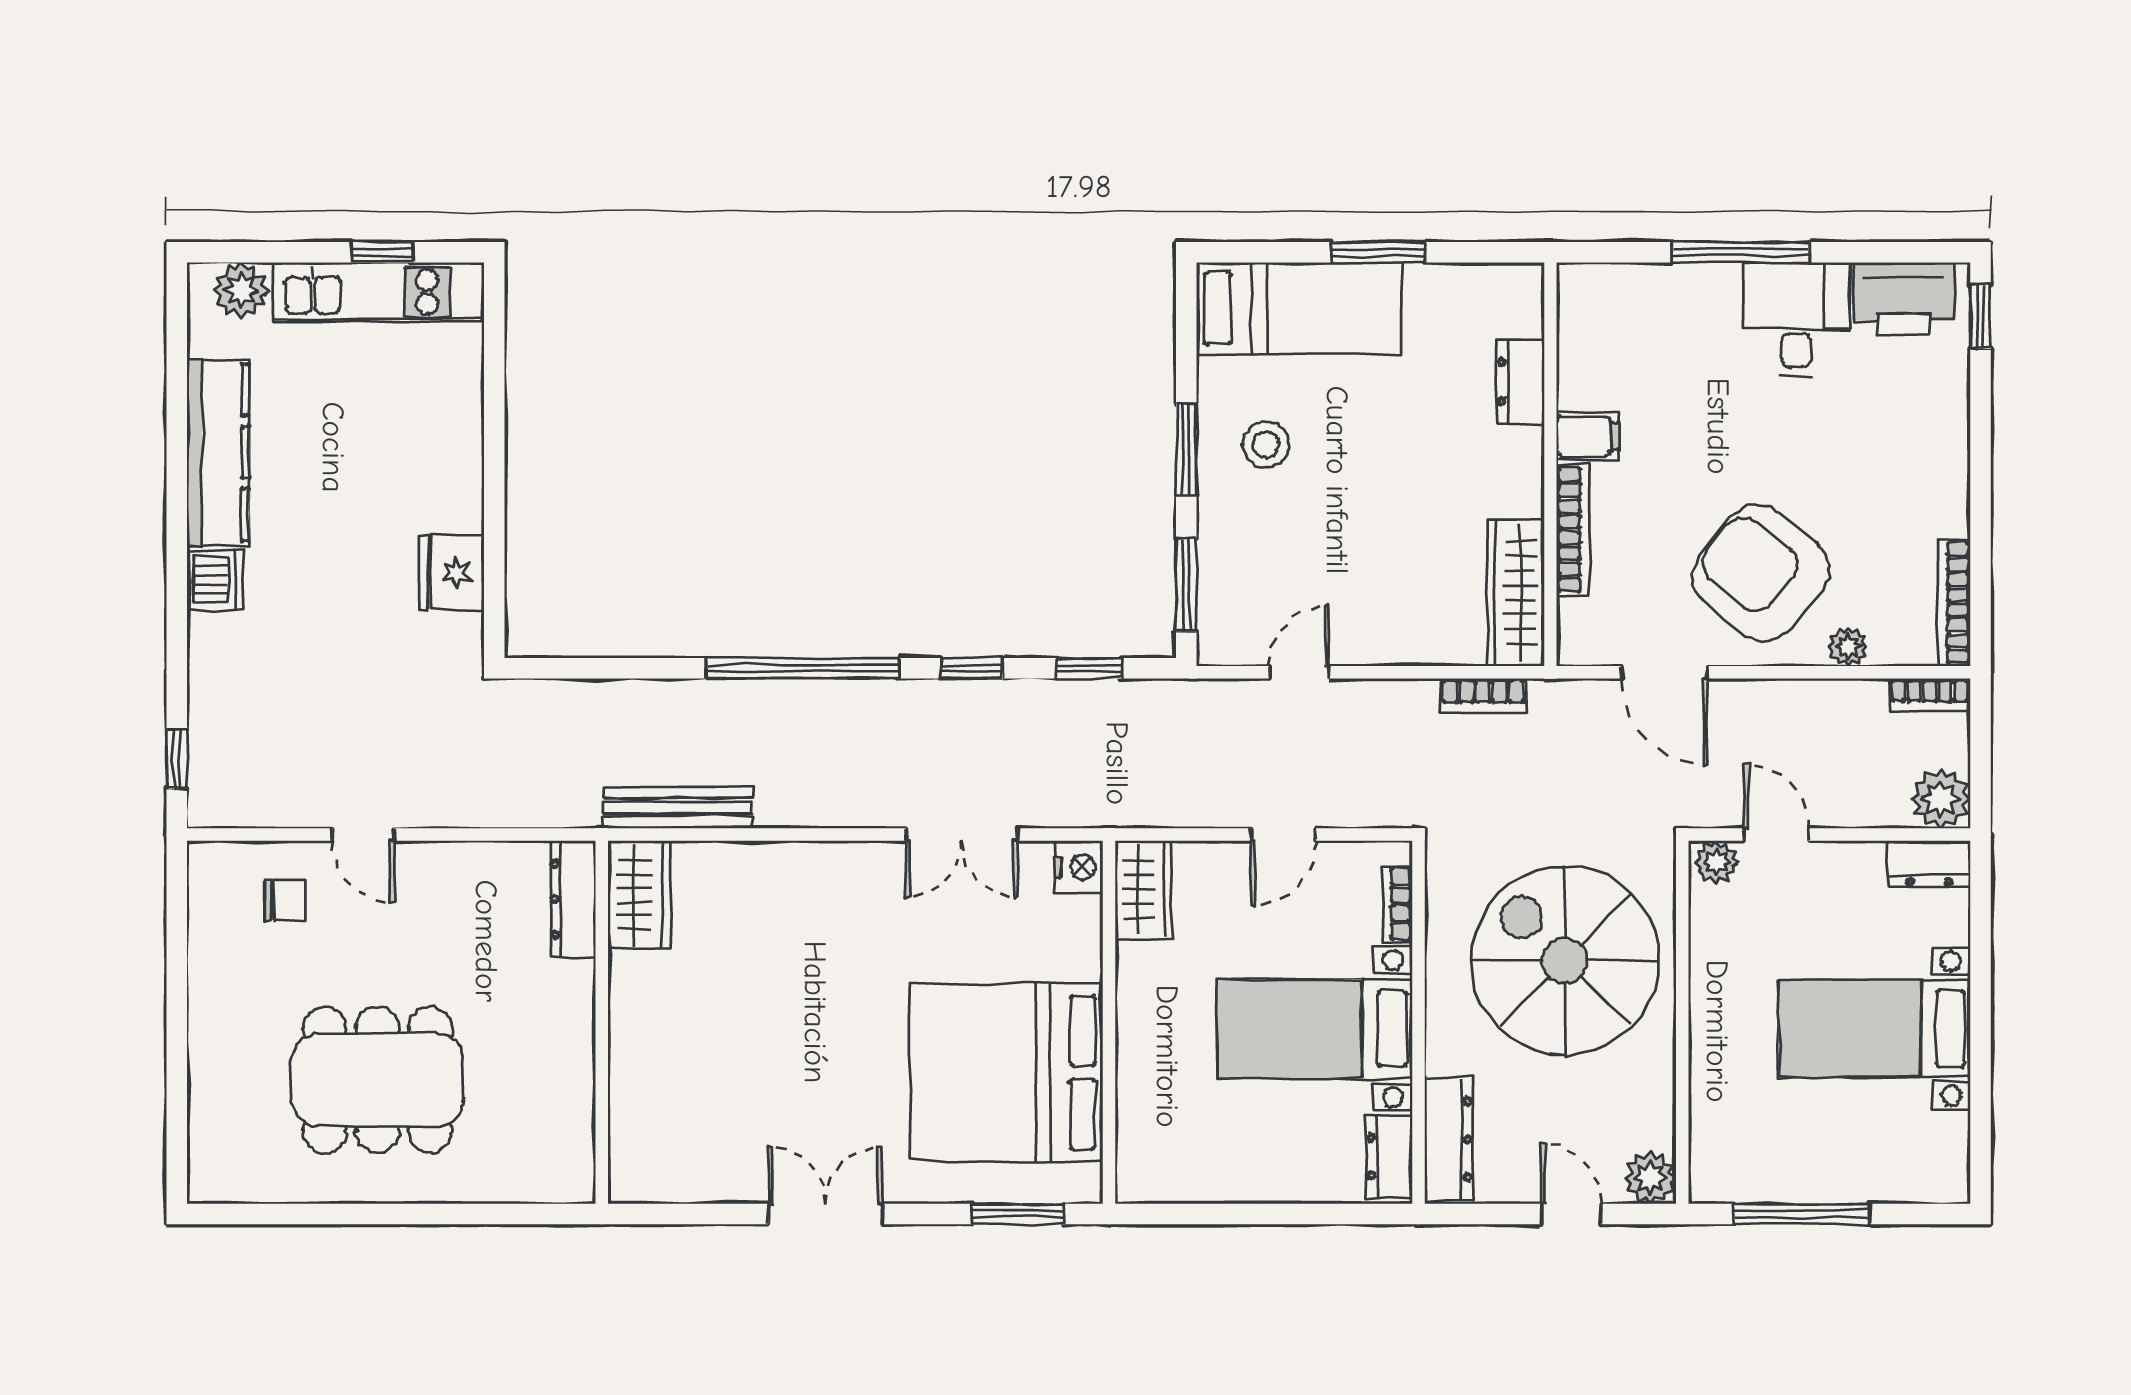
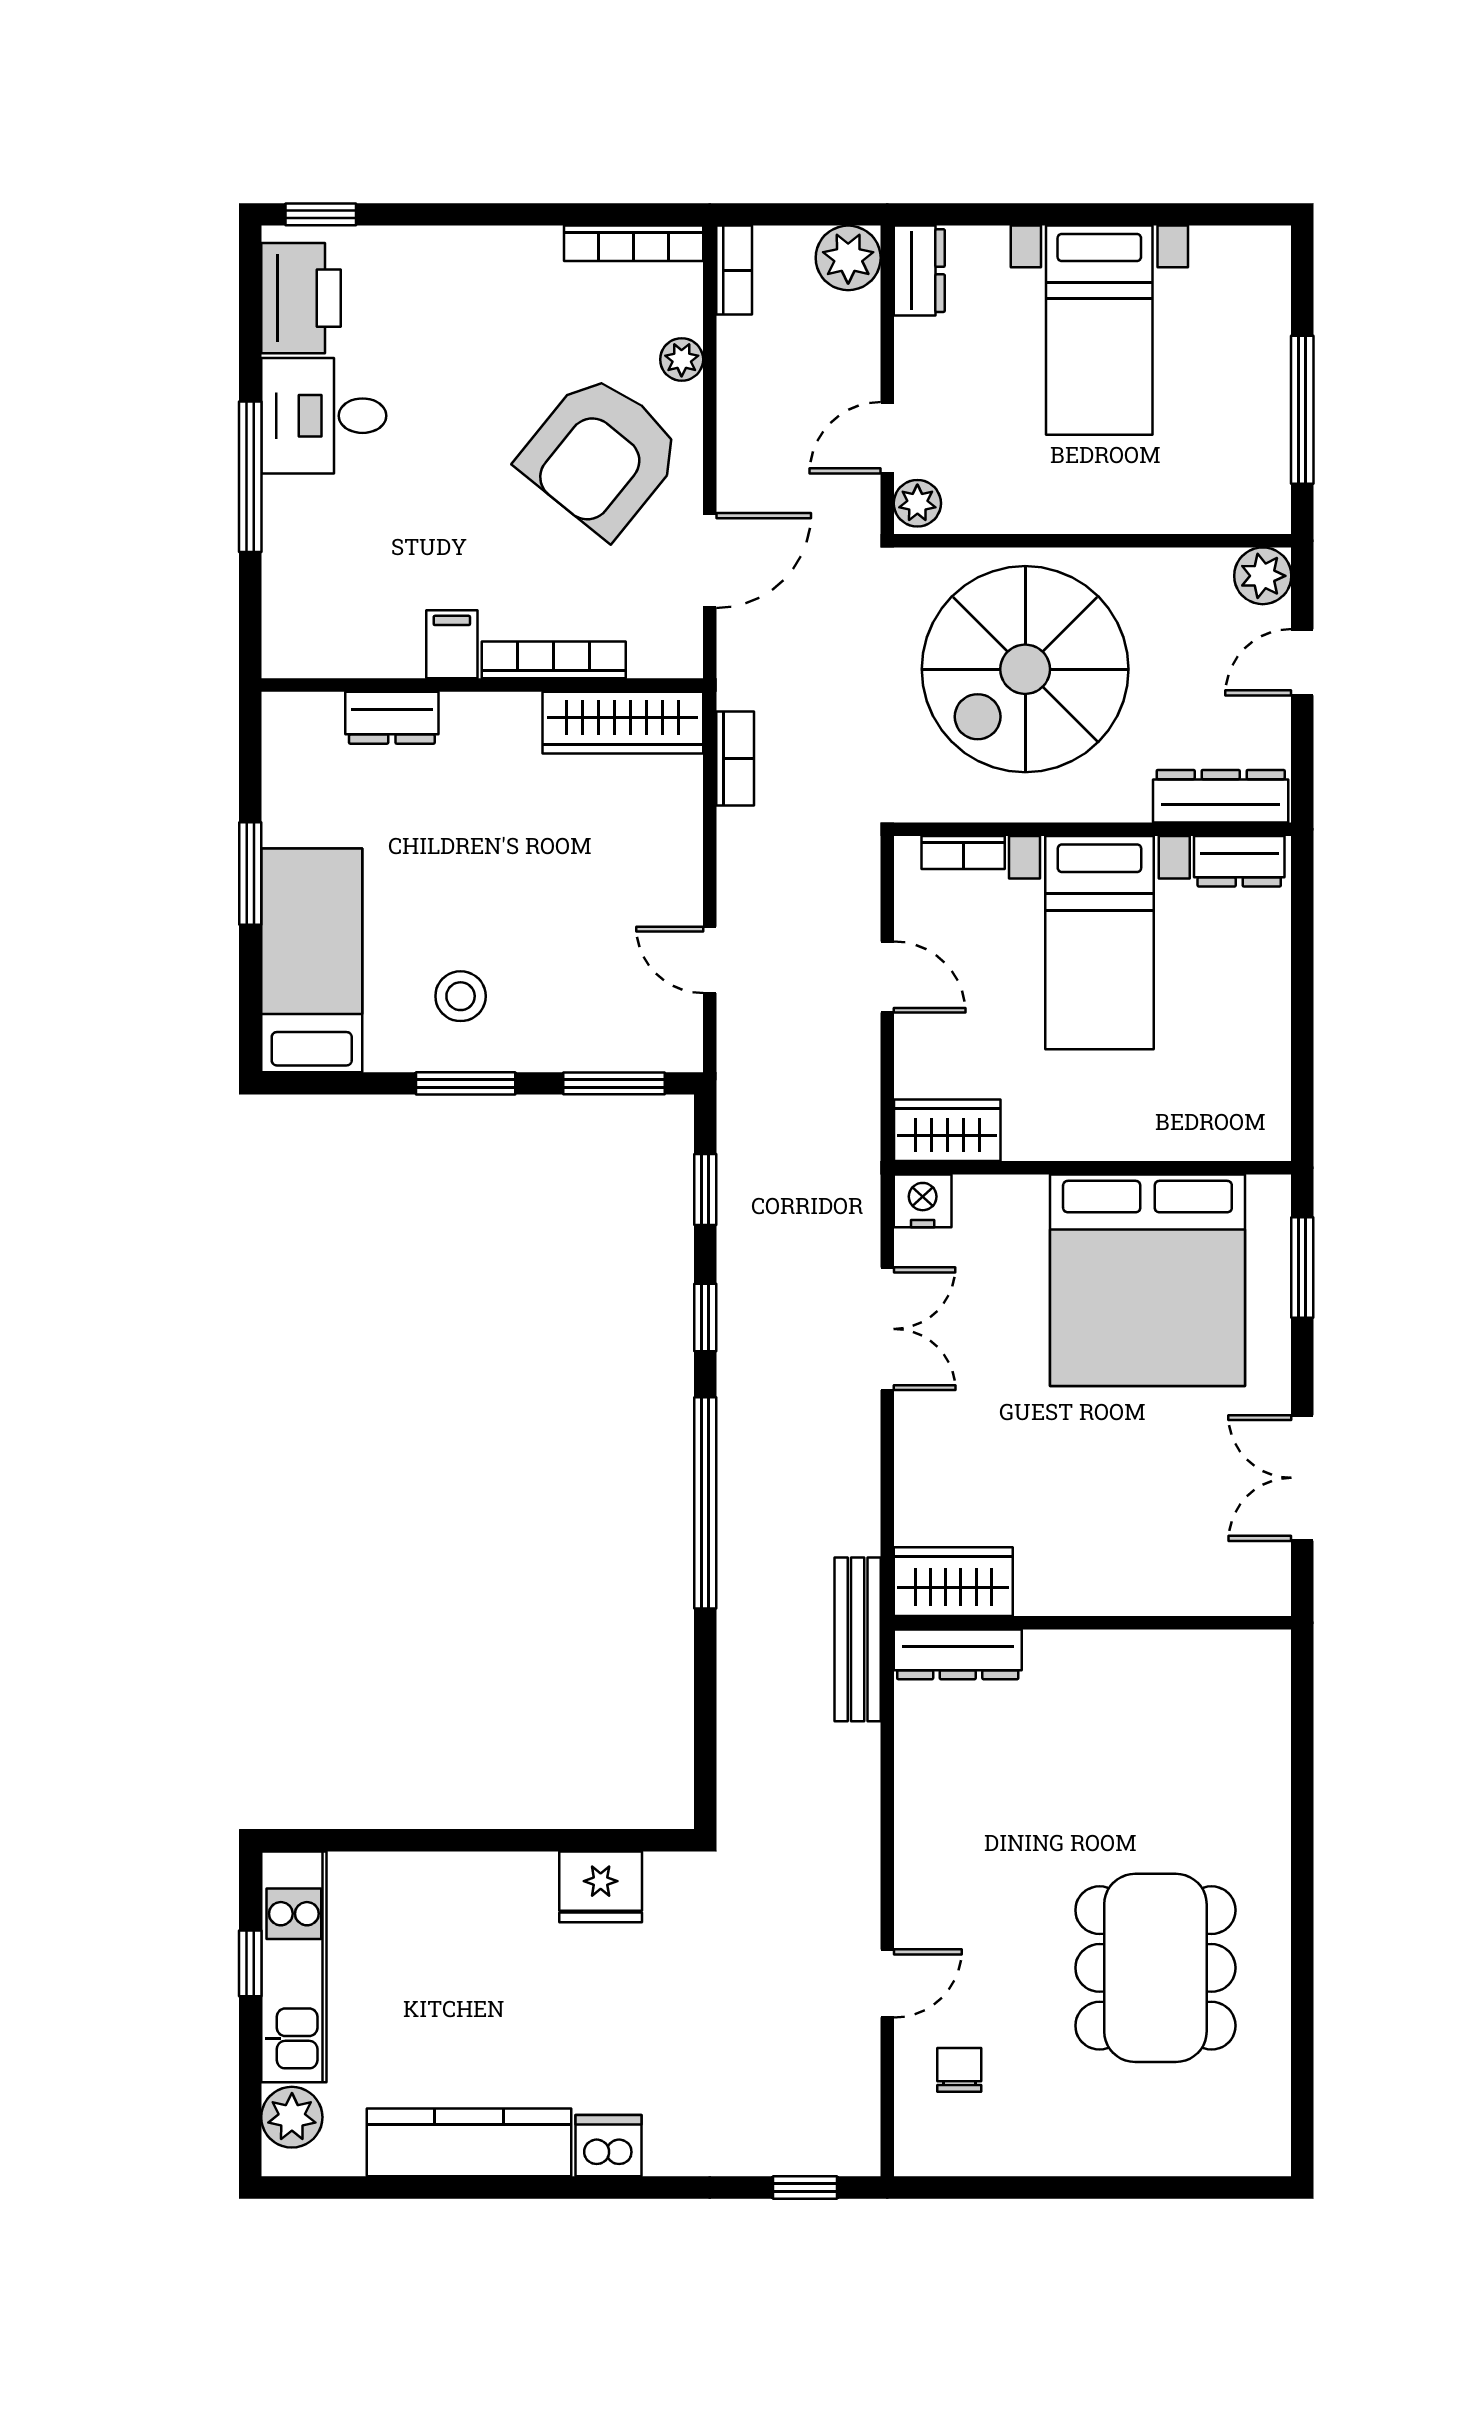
wardrobe: (639, 895) -> (953, 1582), moved
dresser: (573, 899) -> (958, 1654), moved
wall: (602, 1022) -> (1093, 1623), moved

